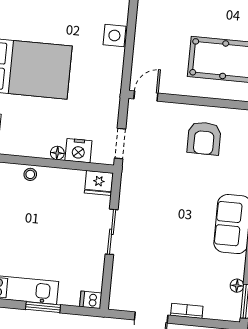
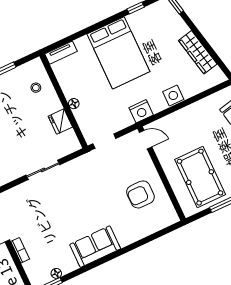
nightstand: (78, 151) -> (141, 111), moved, turned -90
stool: (30, 174) -> (36, 88), moved
fridge: (99, 183) -> (60, 122), moved

